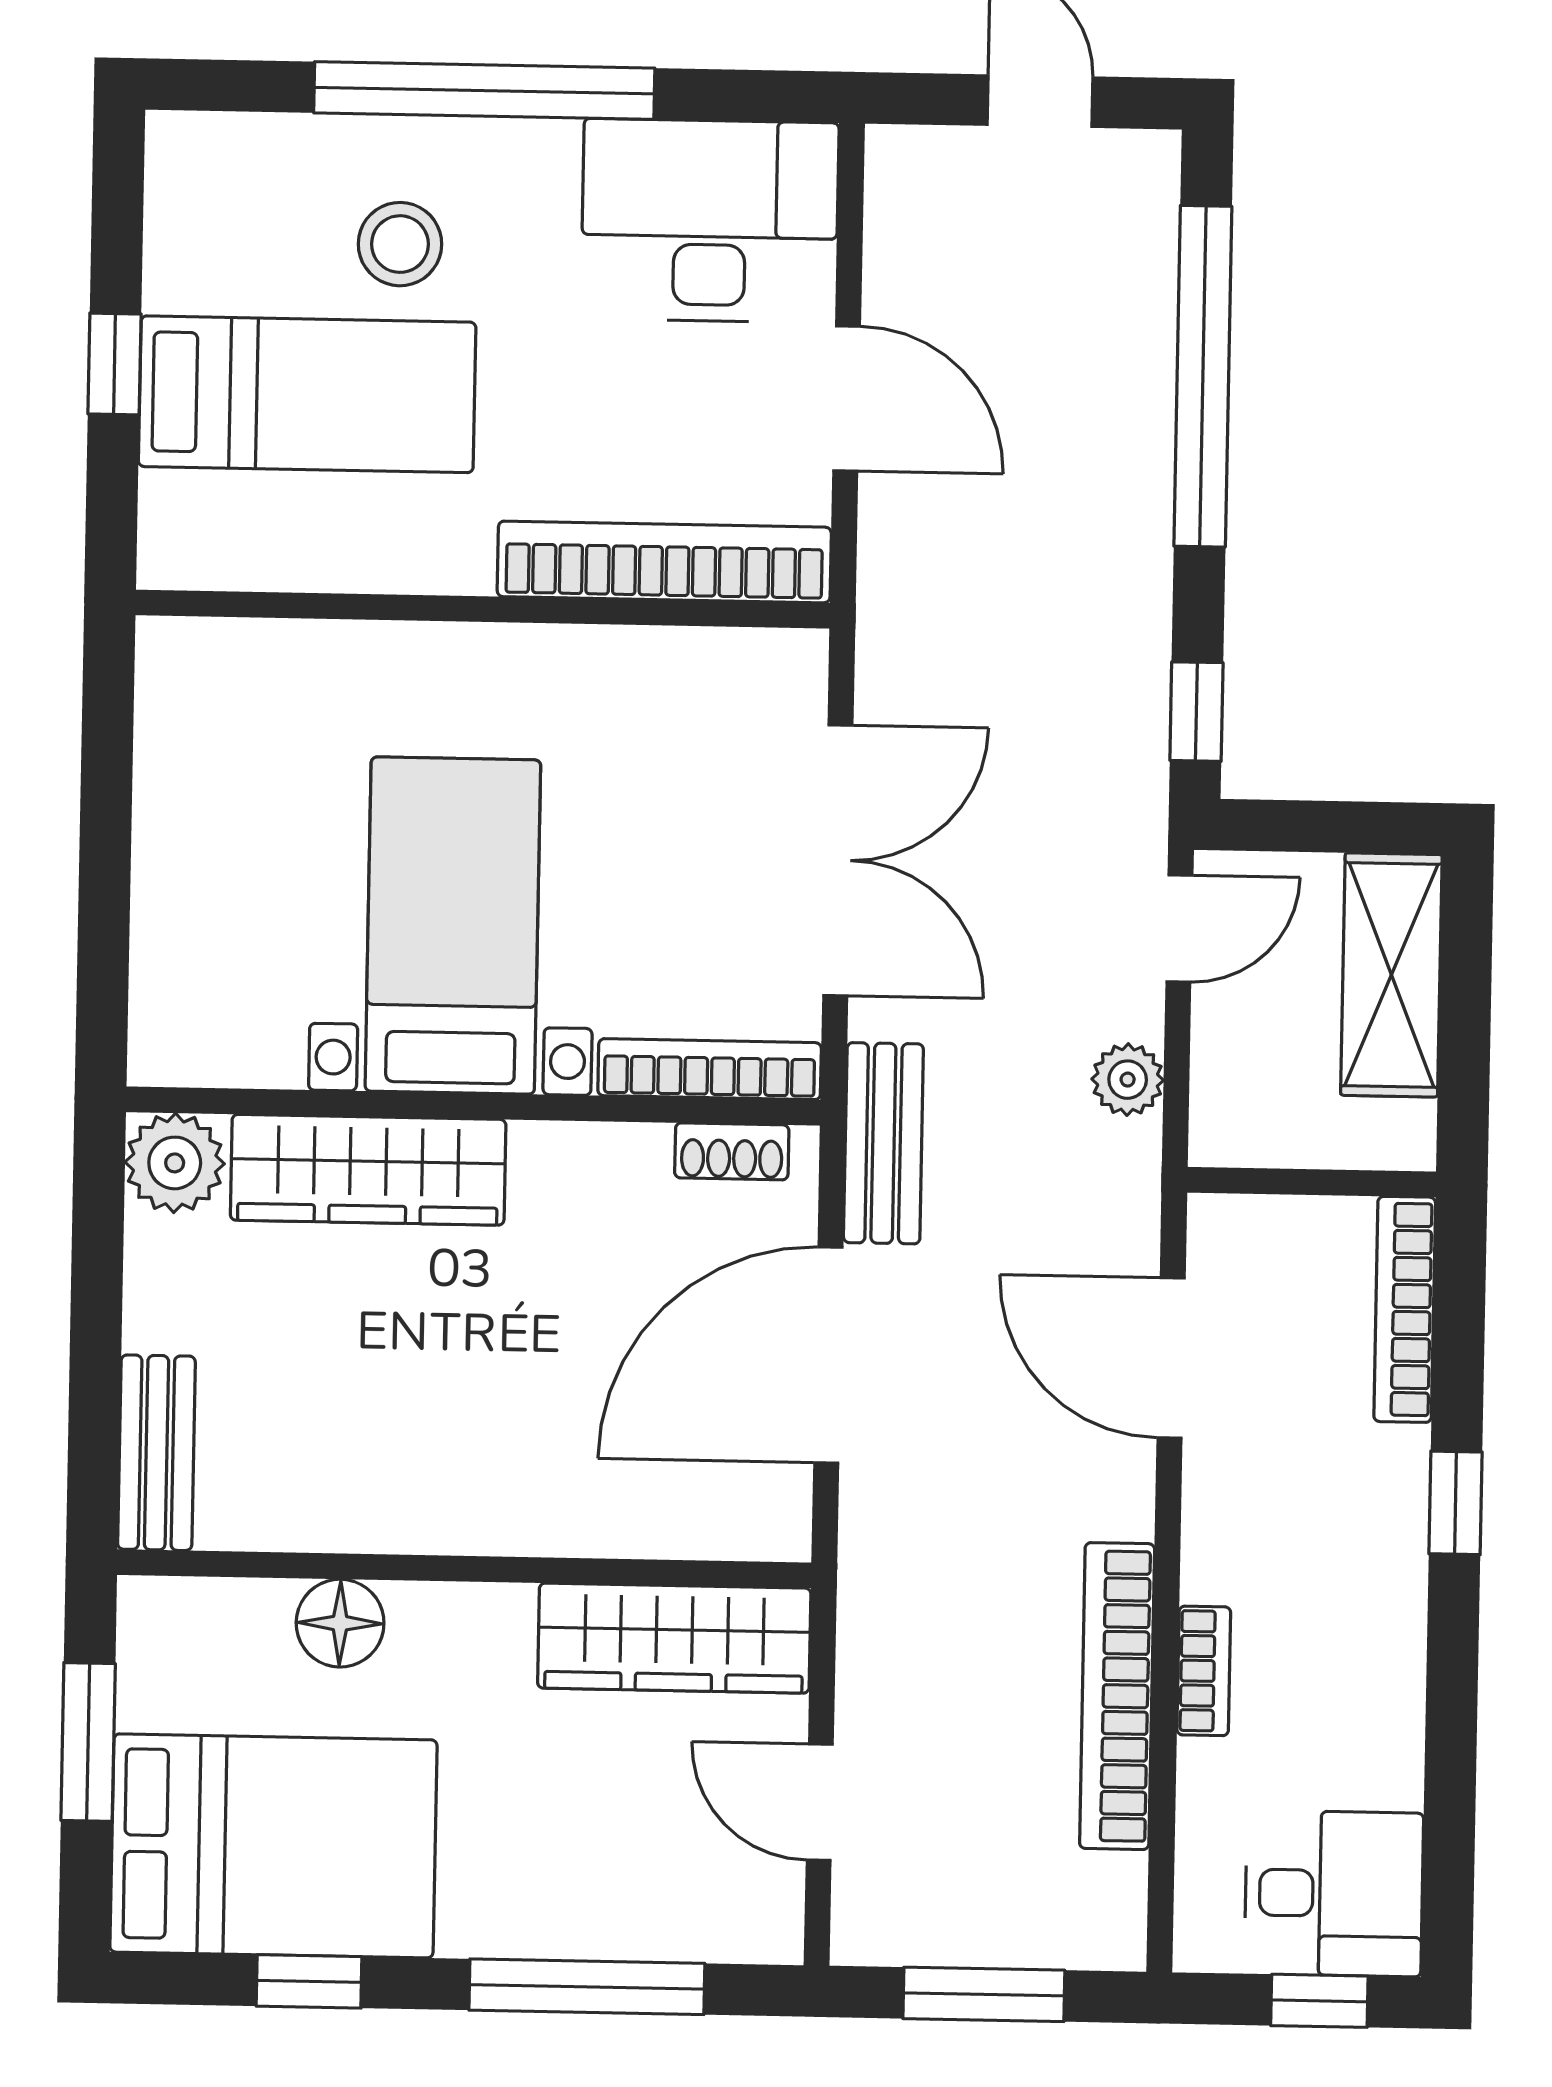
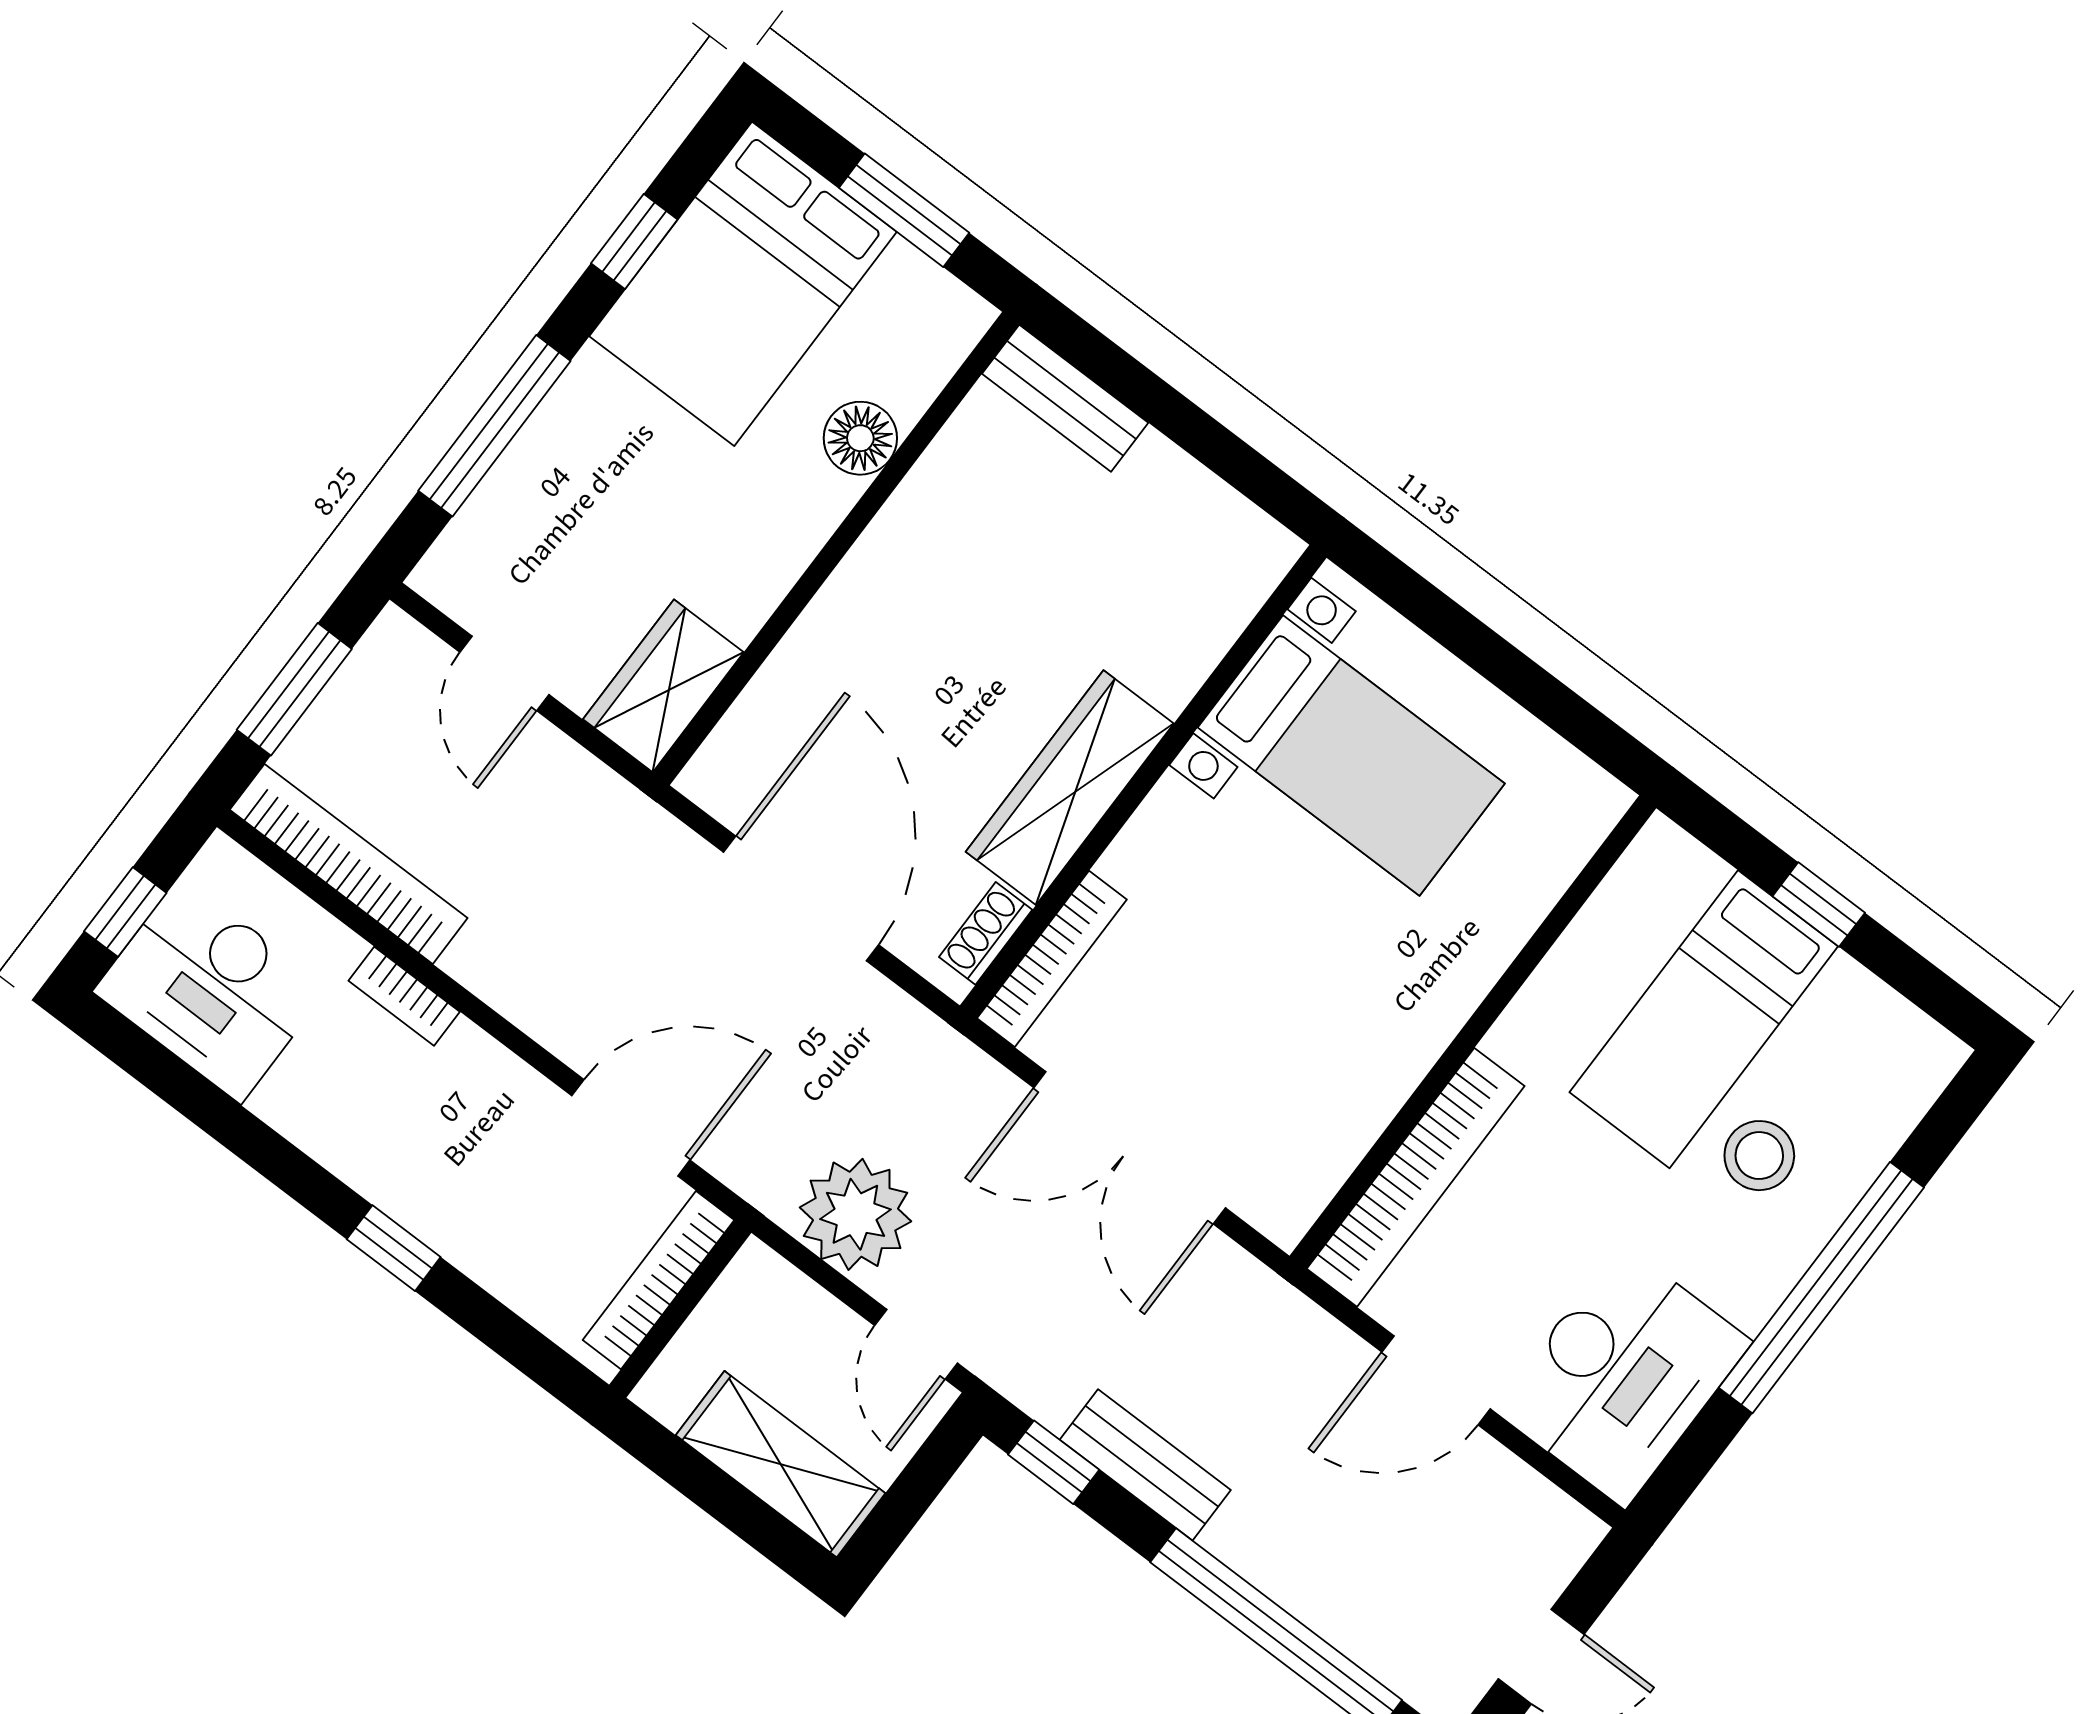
bed with nightstands: (453, 926) -> (1351, 755), moved
plant: (1128, 1080) -> (855, 1214), width x1.88, depth x1.88
bench: (883, 1143) -> (1145, 1465), moved
plant: (175, 1163) -> (1251, 553), removed
wardrobe: (368, 1170) -> (1070, 788), moved
bookcase: (1405, 1309) -> (658, 1280), moved, turned -90
wardrobe: (674, 1638) -> (663, 686), width x0.67
bookcase: (1117, 1696) -> (349, 864), moved
door: (820, 1802) -> (504, 673), swing flipped
desk: (1334, 1893) -> (211, 990), width x1.37

